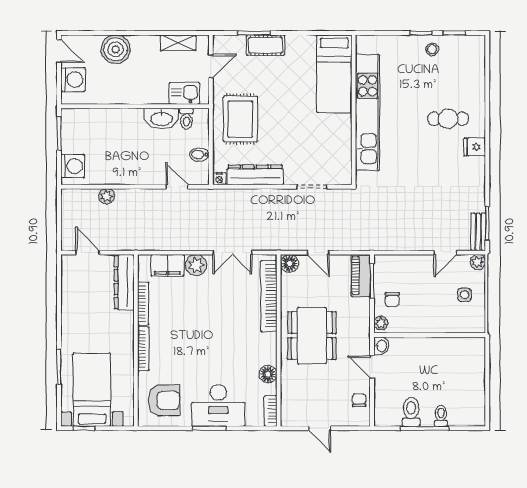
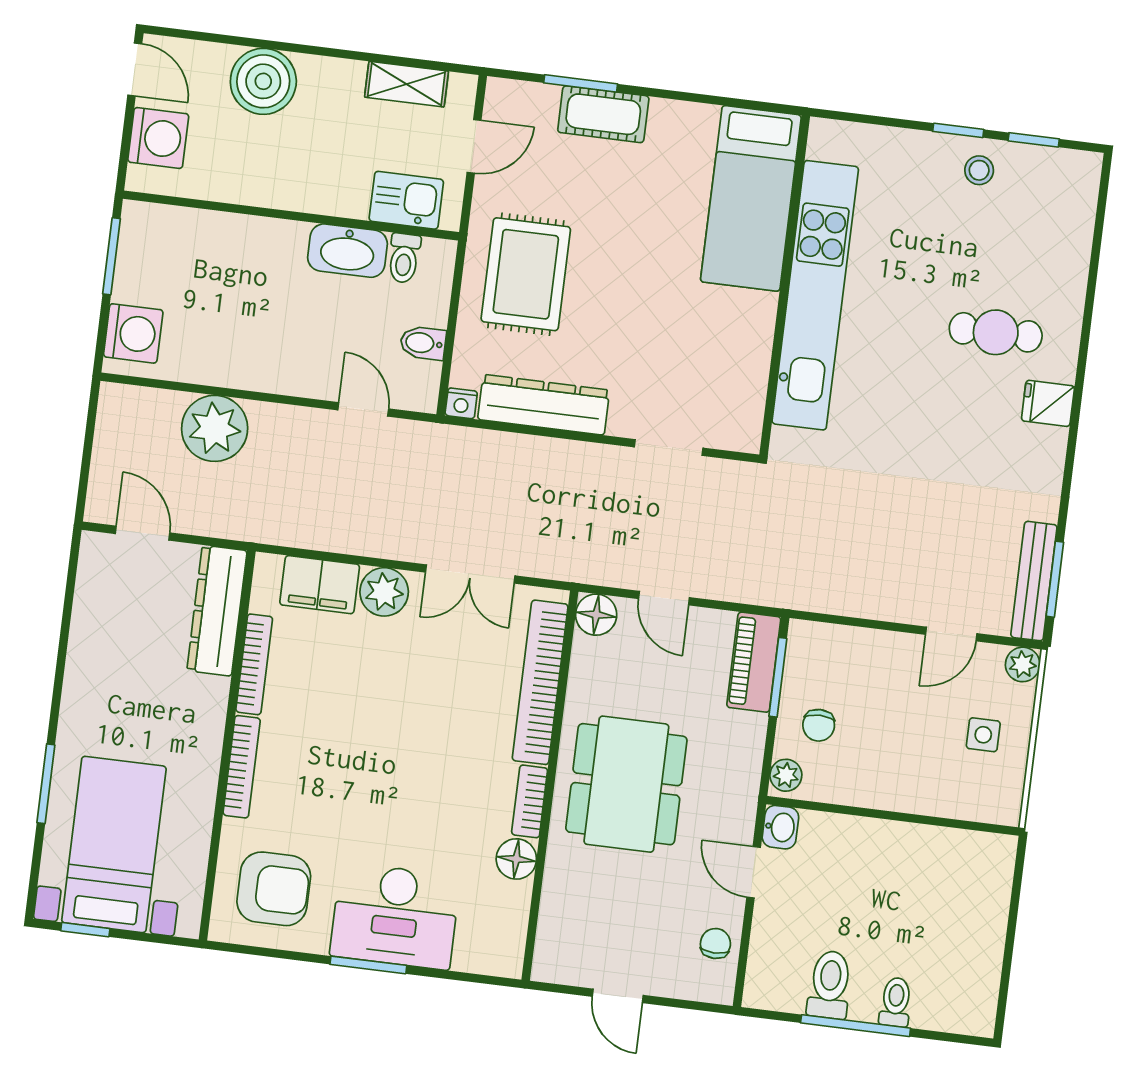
plant: (106, 196) -> (215, 428), width x1.88, depth x1.88
bench: (478, 232) -> (1034, 581), width x1.36
bookcase: (271, 411) -> (530, 801), moved

